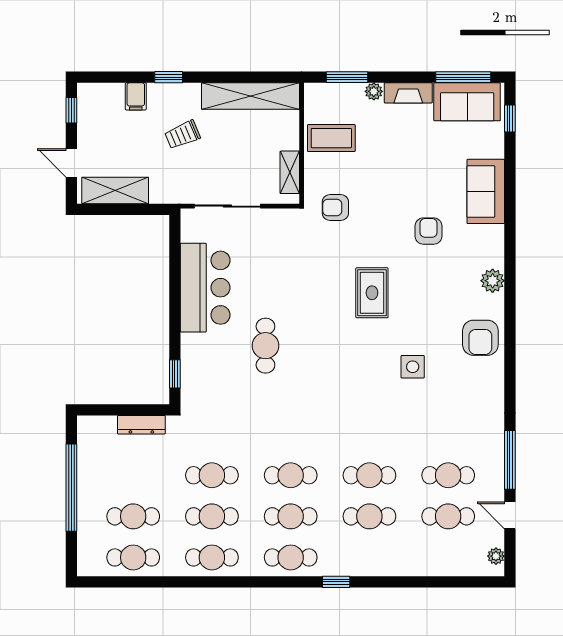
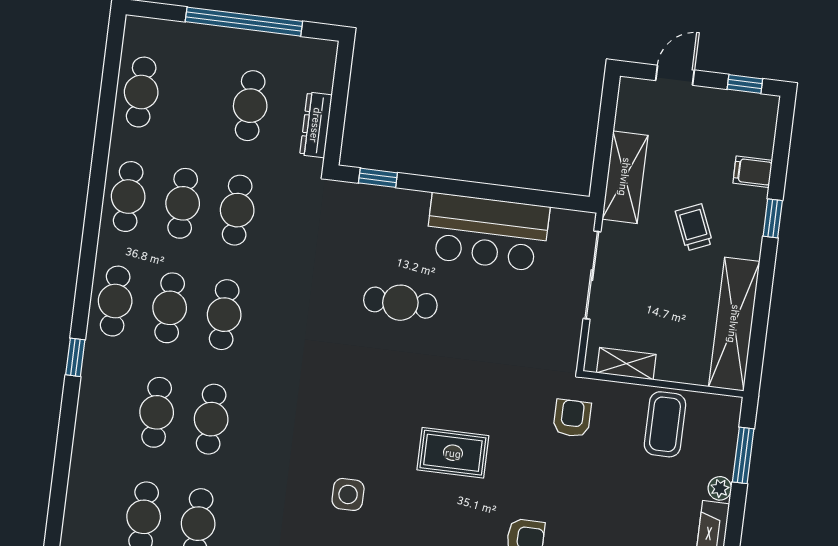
shelving: (115, 191) -> (625, 177), moved
cafe table: (133, 516) -> (250, 106), moved

